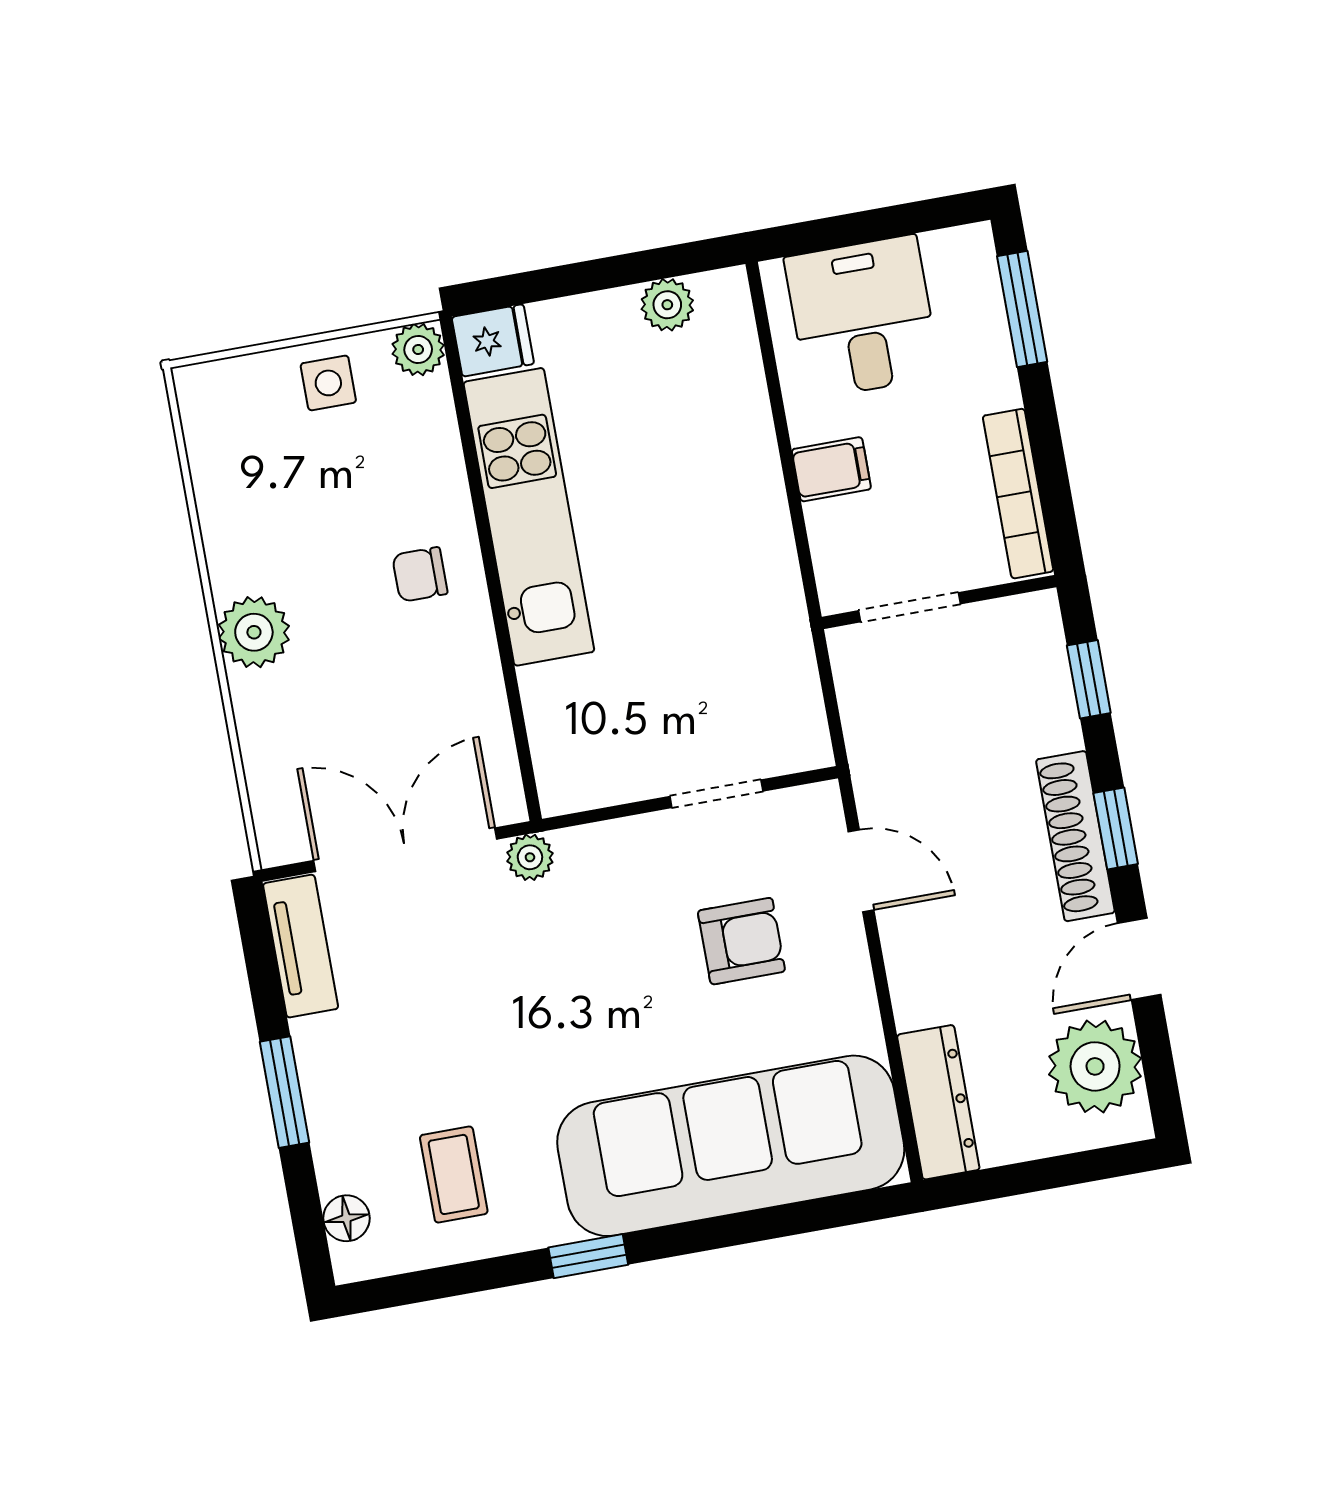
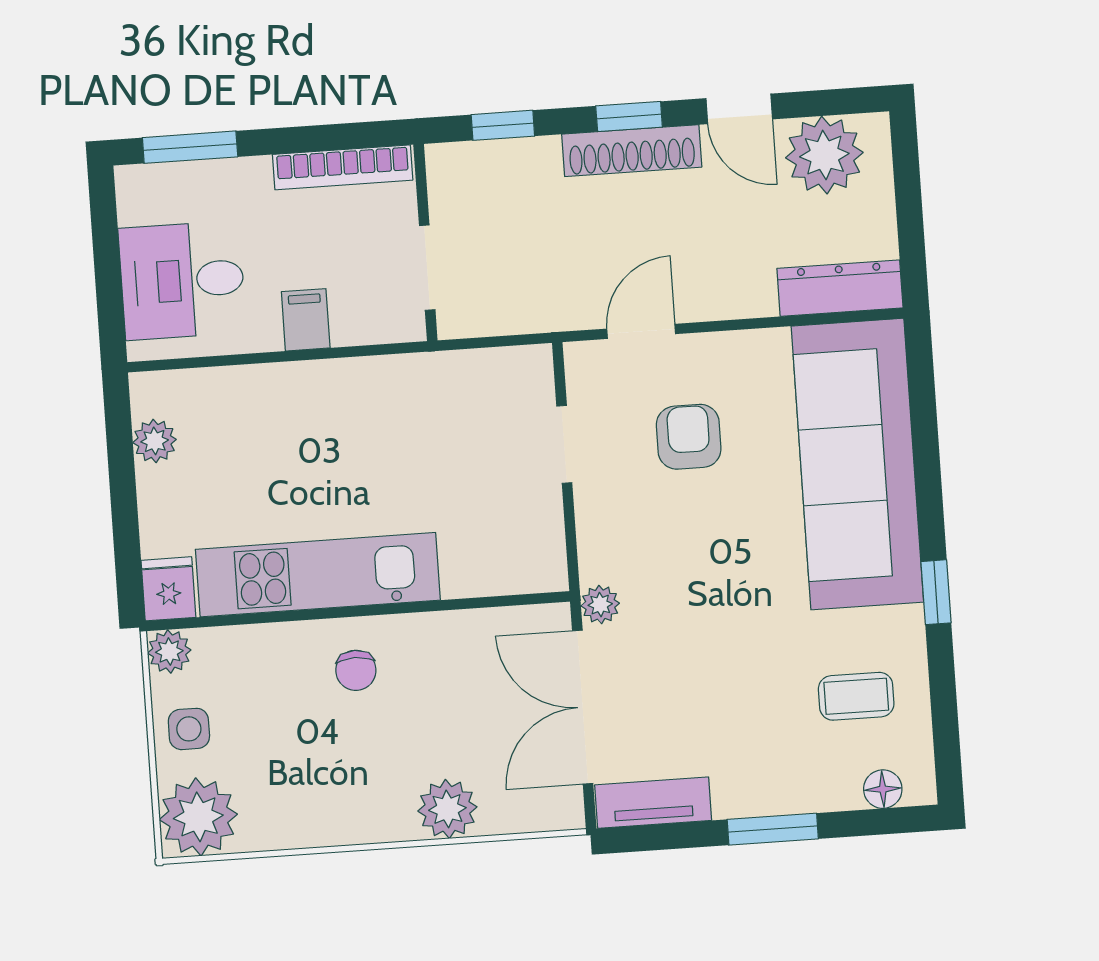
plant: (225, 406) -> (198, 817), added
plant: (254, 632) -> (447, 809), moved

